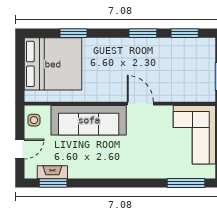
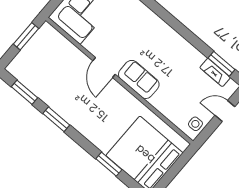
sofa: (89, 120) -> (139, 79), width x0.54, depth x0.79

